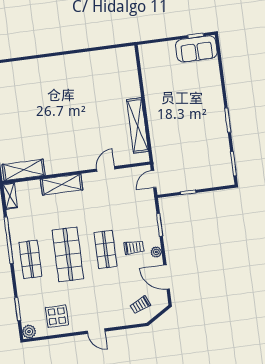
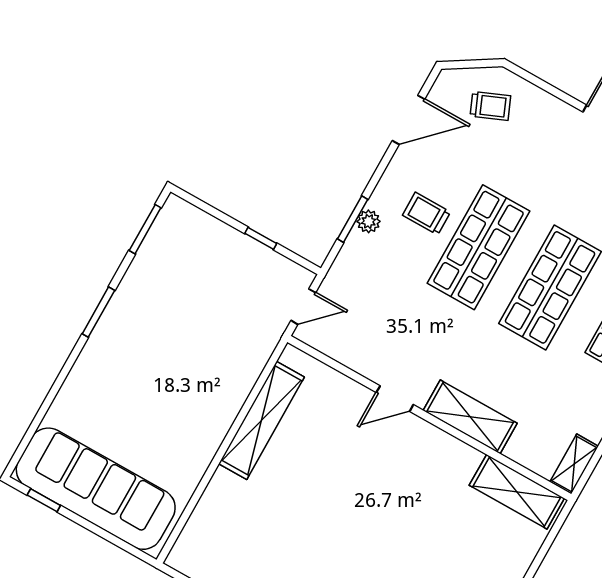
sofa: (196, 49) -> (96, 489), width x1.85, depth x1.27
door: (106, 169) -> (395, 399), moved
shop shelf: (105, 249) -> (479, 247), width x1.43, depth x1.36
plant: (156, 252) -> (369, 221), moved
door: (167, 277) -> (409, 120), hinge flipped

